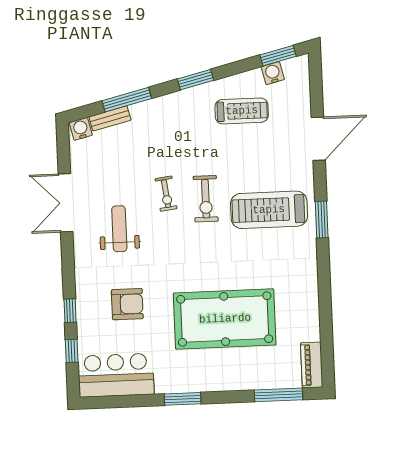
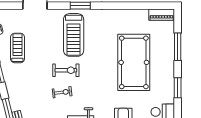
window: (278, 395) -> (178, 47), moved

